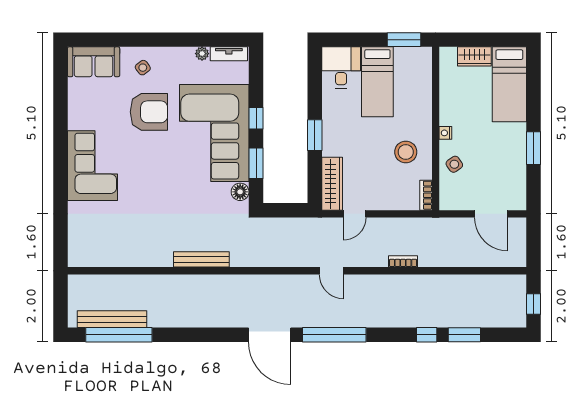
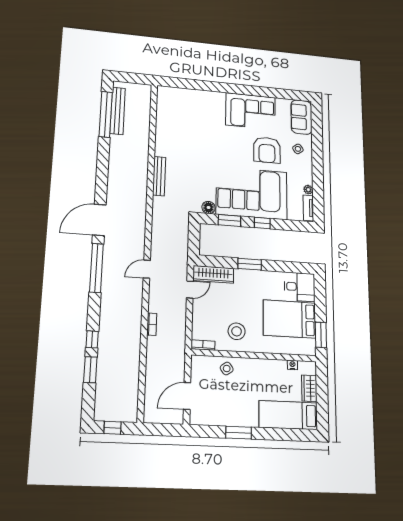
bed: (377, 82) -> (289, 319), width x1.50
nightstand: (445, 133) -> (292, 365), moved
corner sofa: (92, 166) -> (251, 111), moved
door: (355, 214) -> (190, 290), swing flipped

